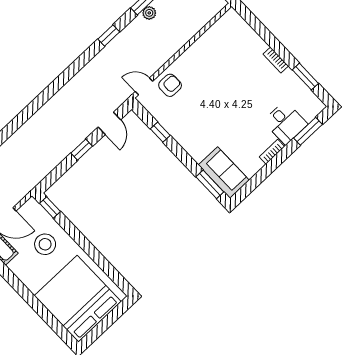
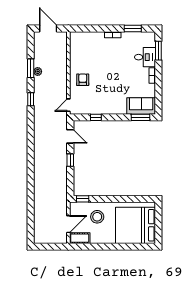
armchair: (170, 85) -> (83, 80), moved

